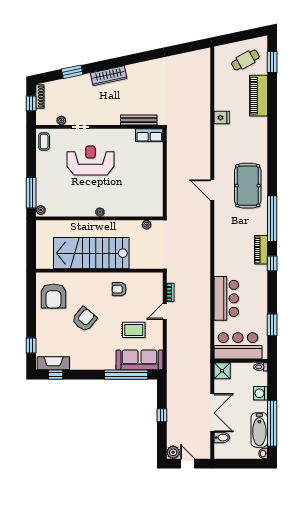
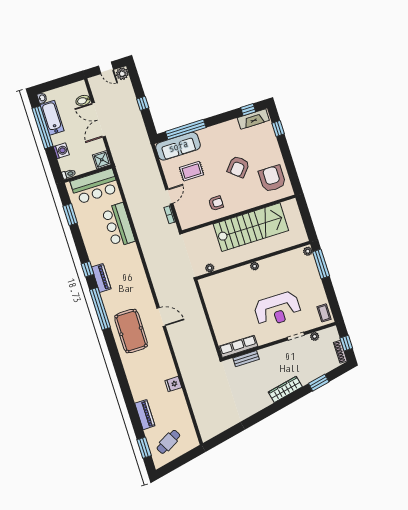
piano: (259, 96) -> (145, 415), width x0.73, depth x0.75
bench: (139, 120) -> (246, 359), width x0.73
row of seats: (149, 135) -> (238, 346), width x1.48

